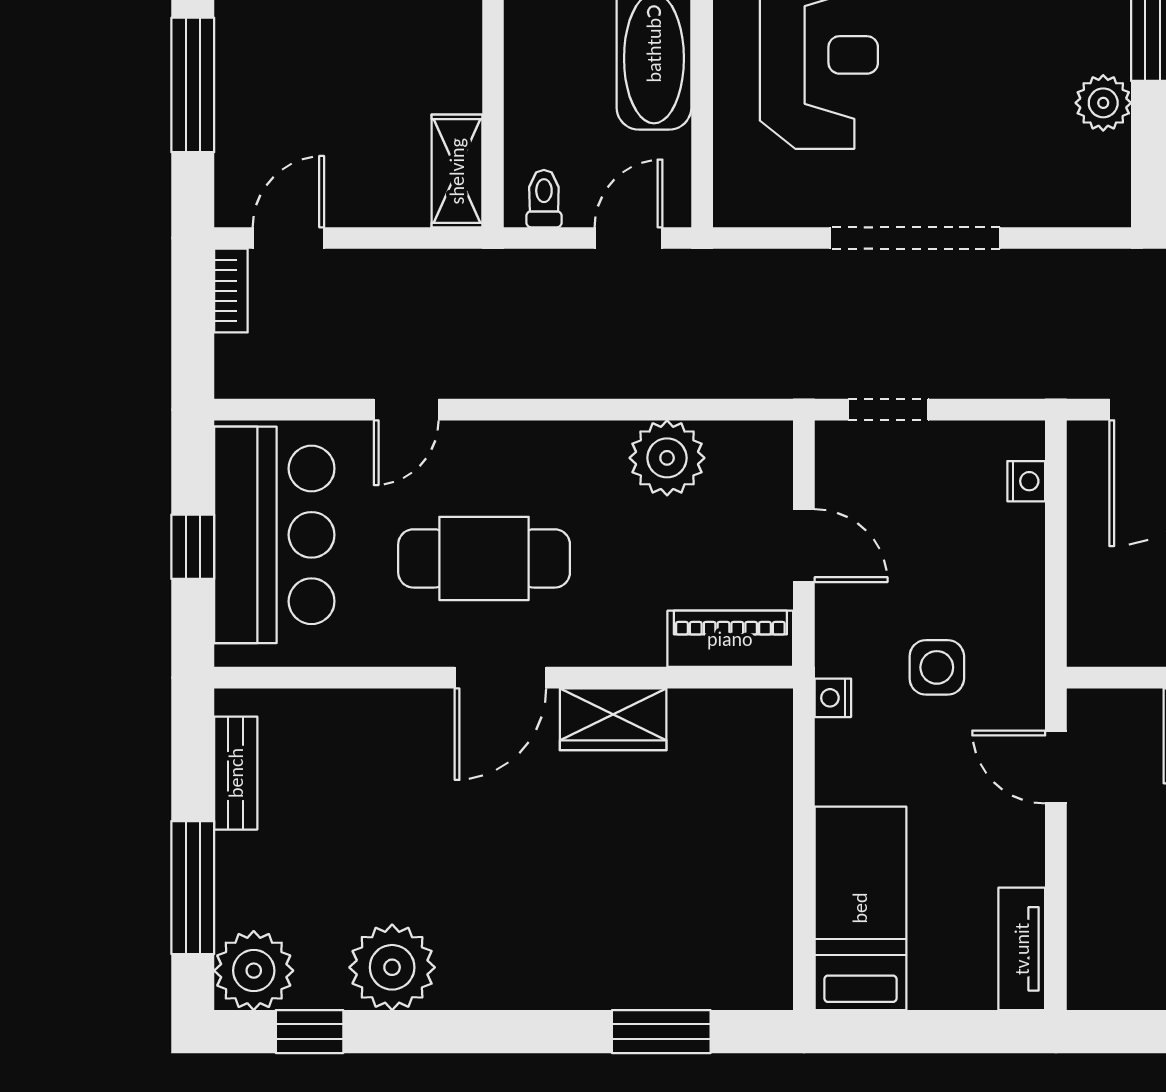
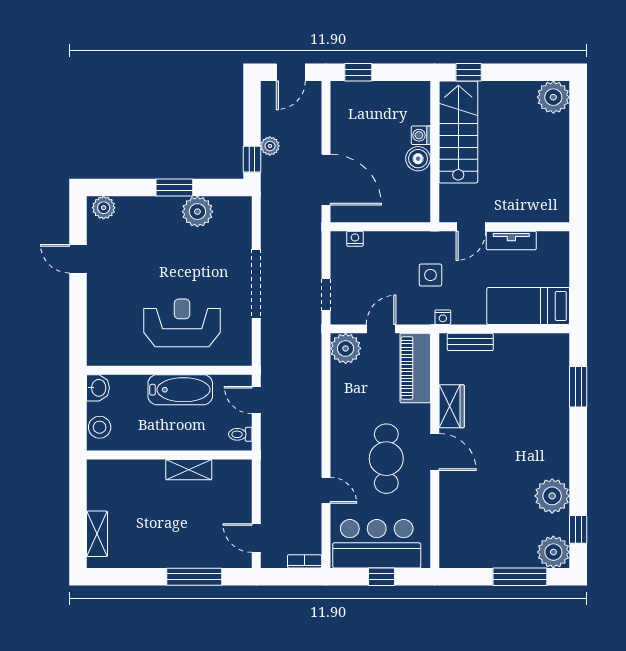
plant: (1103, 103) -> (197, 212), width x1.36, depth x1.36
shelving: (457, 171) -> (189, 470), moved
bookcase: (231, 291) -> (305, 561), moved
plant: (667, 458) -> (346, 348), moved
piano: (730, 639) -> (415, 368), width x1.37, depth x1.33
bench: (236, 773) -> (470, 342), moved
tv unit: (1022, 949) -> (511, 241), moved

